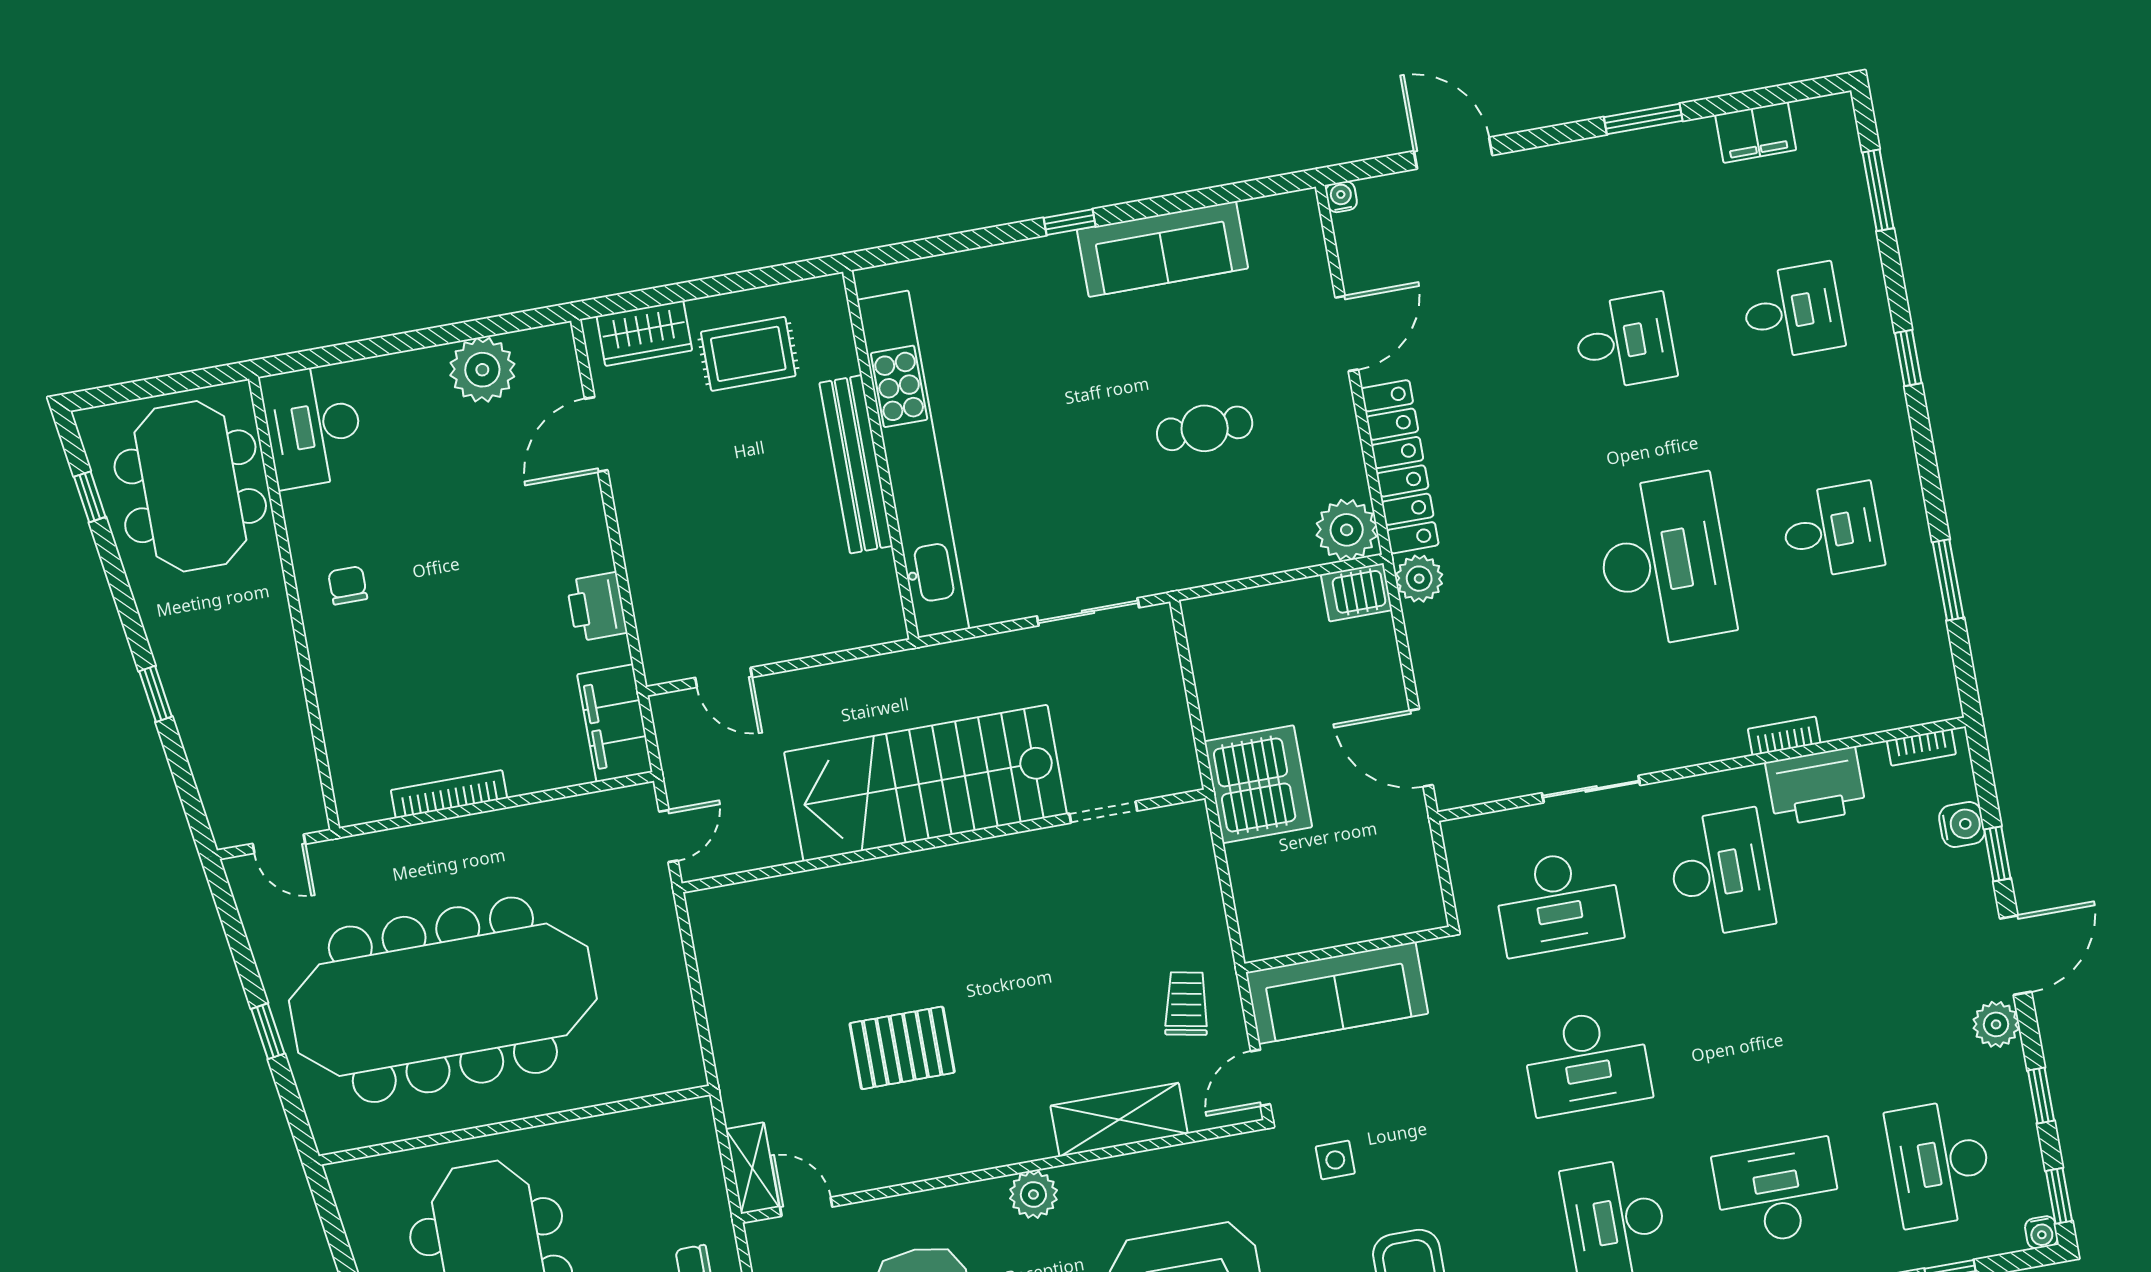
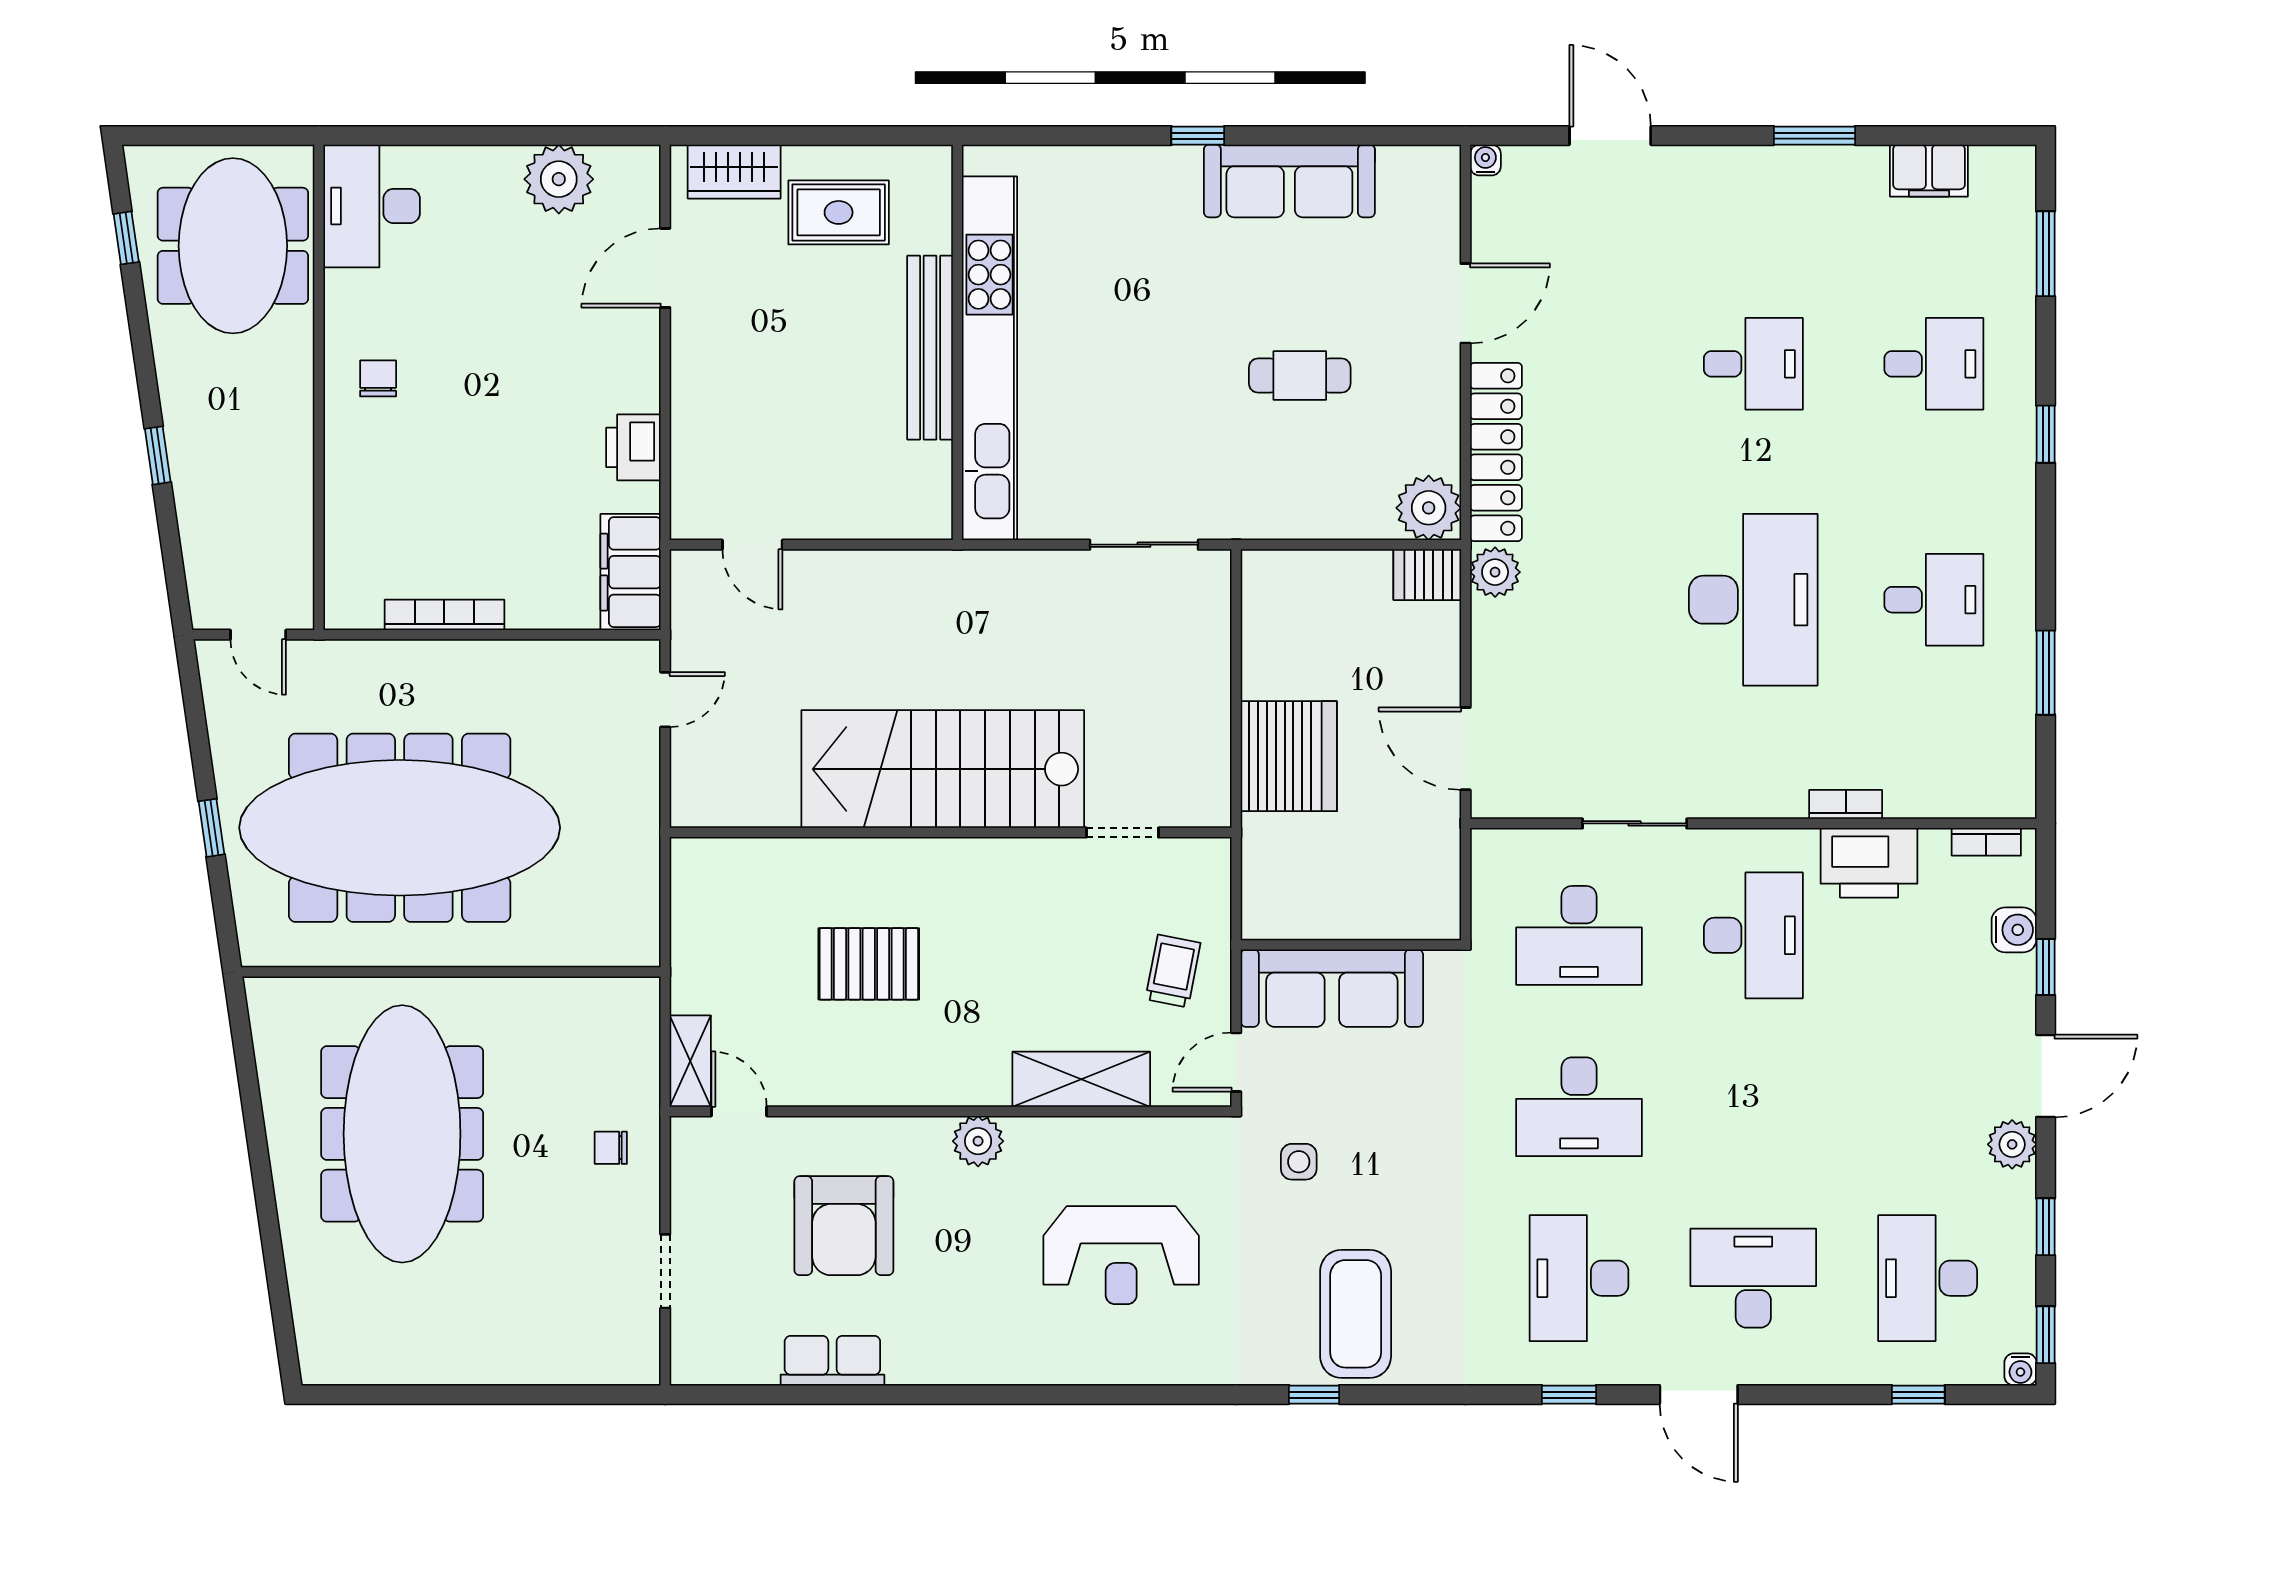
stairs: (925, 783) -> (943, 769), moved
doorway: (1103, 812) -> (1123, 832), moved
wall: (944, 841) -> (951, 832), moved

